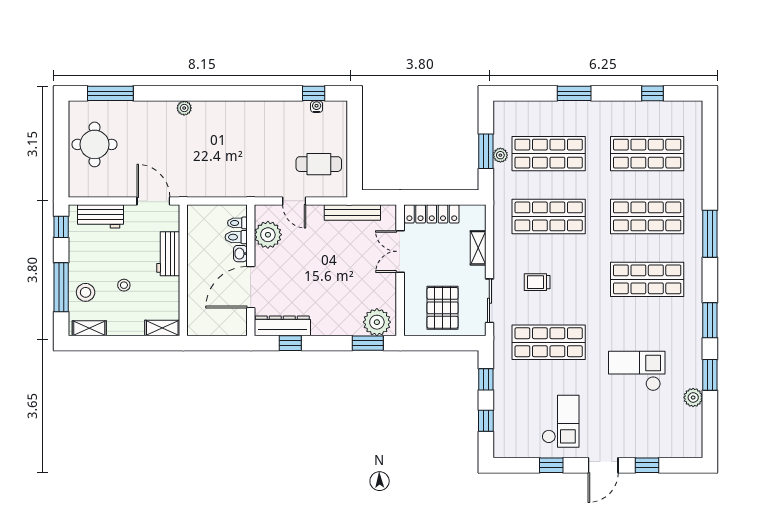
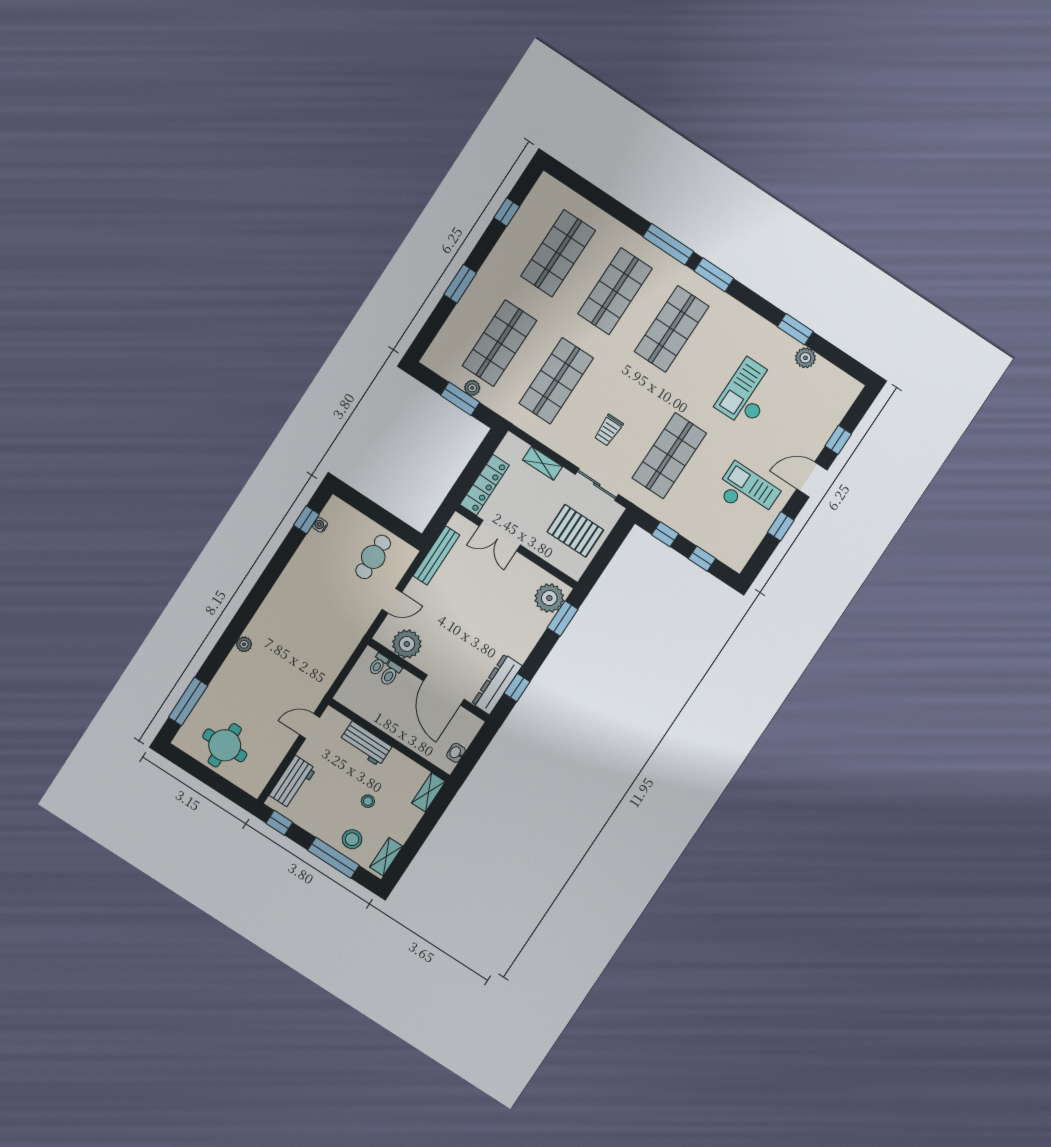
door: (153, 201) -> (310, 726), width x0.73
washbasin: (240, 254) -> (456, 753), moved, turned 90
window: (710, 320) -> (714, 275), moved
door: (603, 465) -> (812, 480), swing flipped

